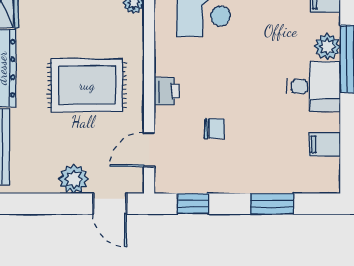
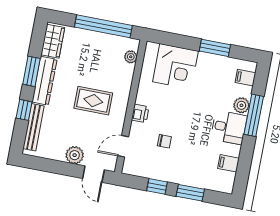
rug: (87, 85) -> (93, 101), width x0.73, depth x0.70
window: (193, 204) -> (157, 186), moved

